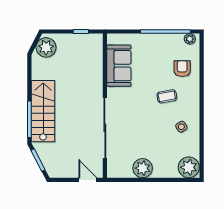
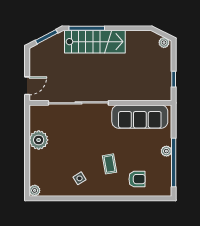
plant: (190, 39) -> (166, 151), moved
plant: (46, 47) -> (164, 43), width x0.53, depth x0.53
sofa: (119, 66) -> (140, 117), width x1.36
plant: (189, 167) -> (35, 190), width x0.53, depth x0.53

